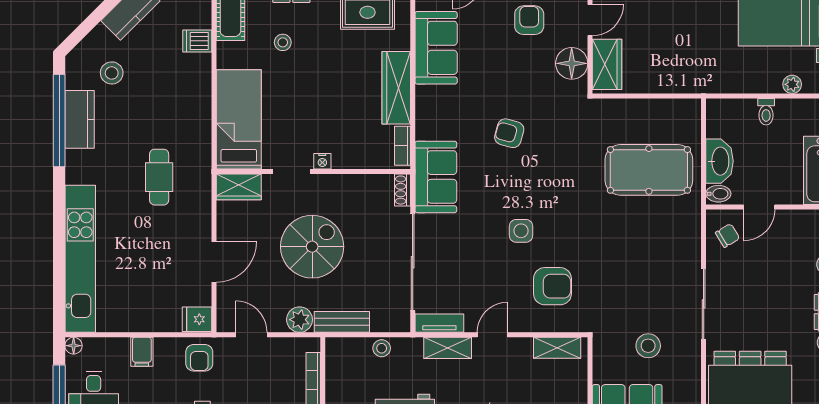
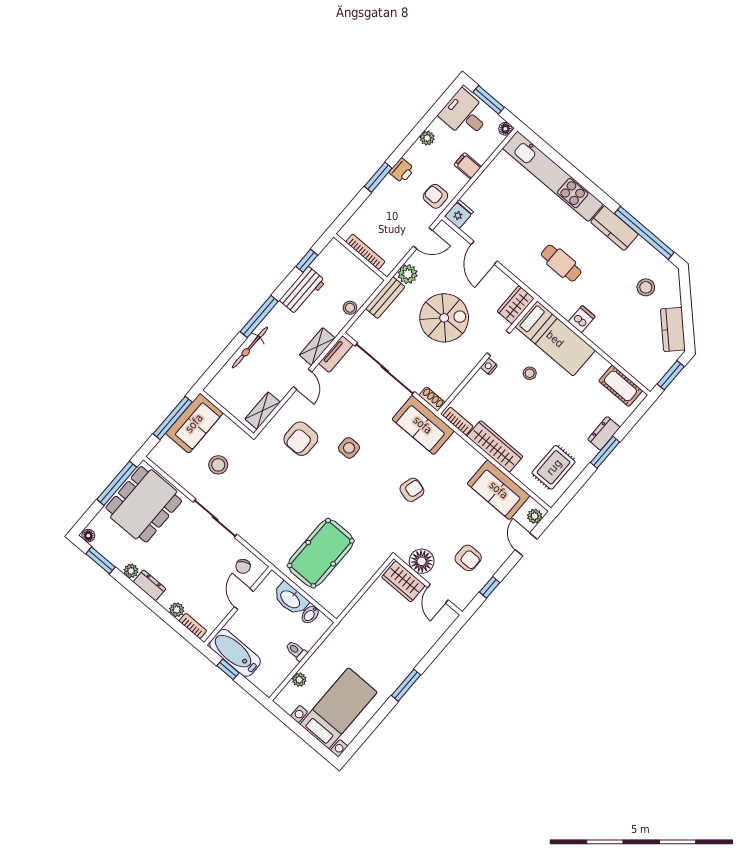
dishwasher: (197, 41) -> (582, 319), moved
stool: (283, 42) -> (530, 373), moved
kitchen counter: (80, 119) -> (614, 228), moved
bidet: (718, 194) -> (310, 614), moved
spiral stairs: (312, 247) -> (444, 318), turned -90

